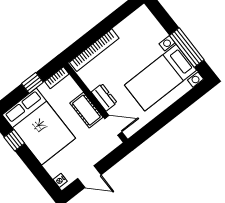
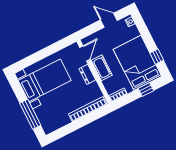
window: (187, 48) -> (30, 114), moved
window: (32, 83) -> (146, 89), moved
door: (113, 125) -> (85, 53), swing flipped

